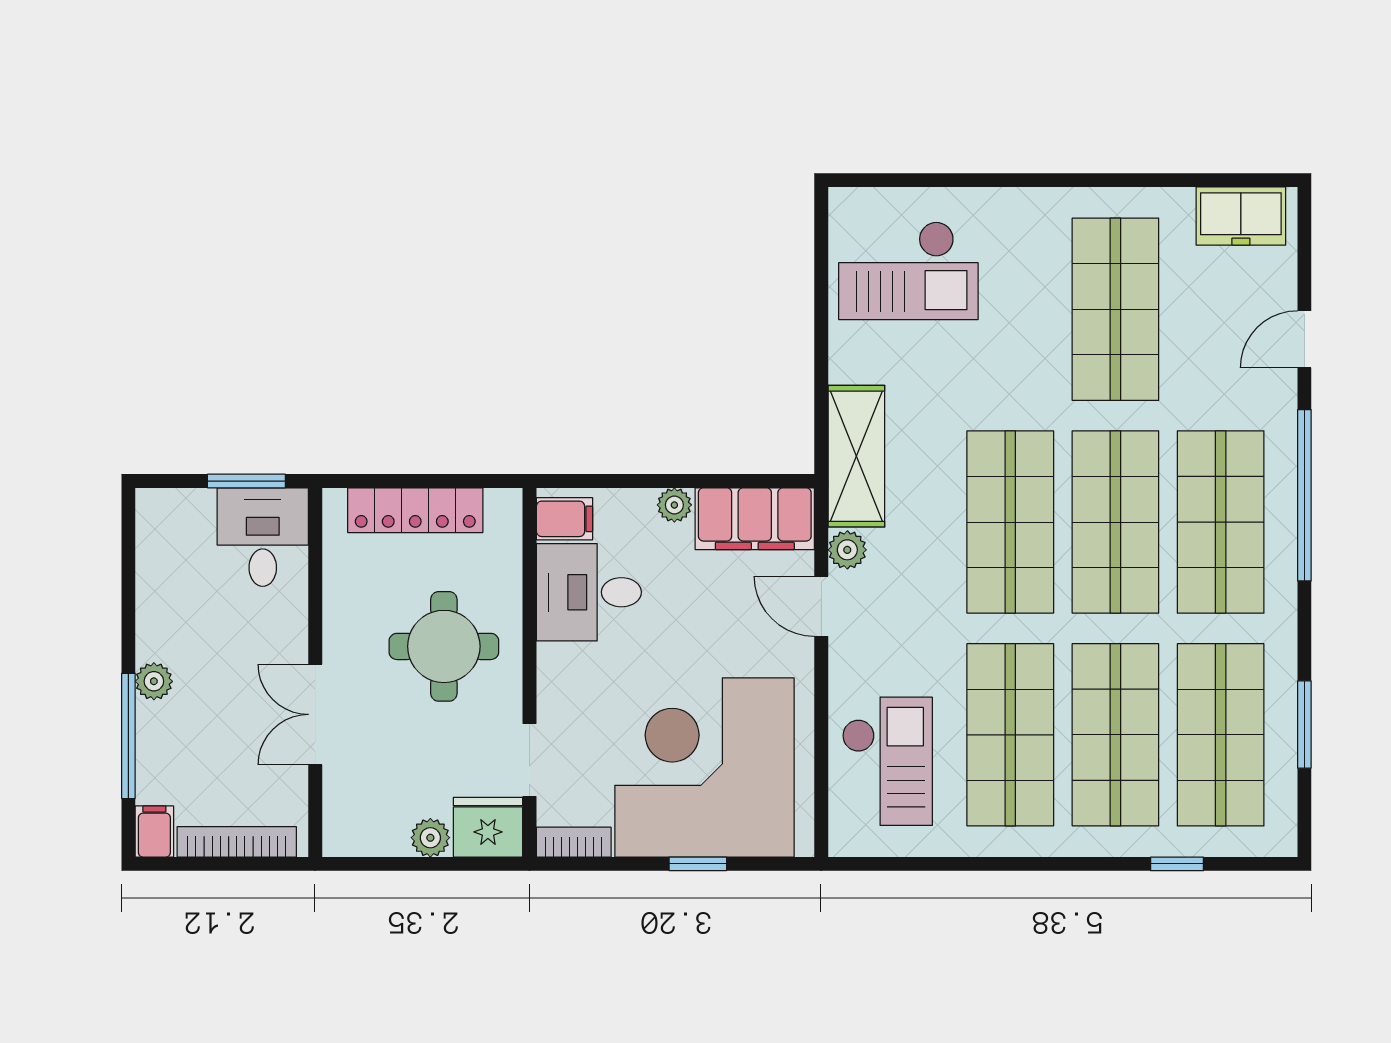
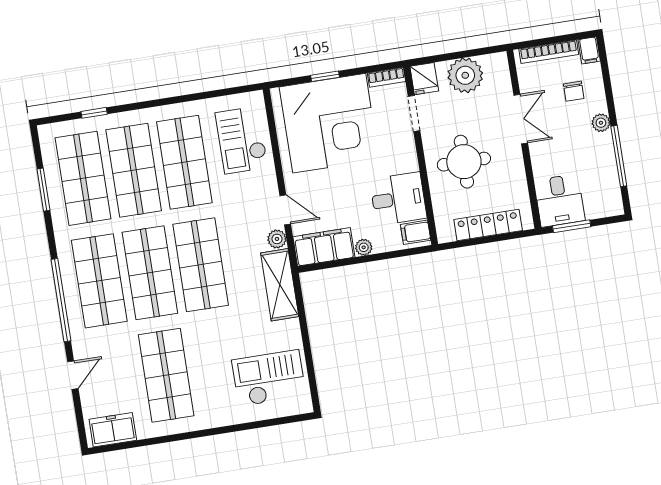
window: (128, 736) -> (619, 156), moved
chair: (199, 754) -> (574, 91), added
fridge: (488, 827) -> (424, 79), width x0.72
plant: (430, 838) -> (465, 75), width x1.87, depth x1.87

